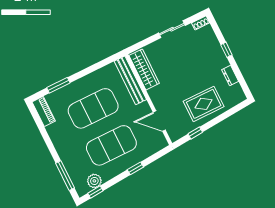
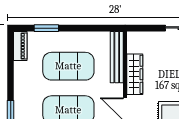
wardrobe: (144, 69) -> (135, 74), moved

